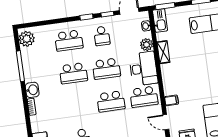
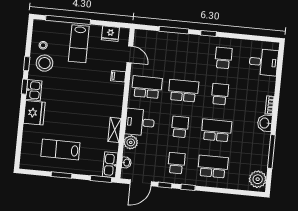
school desk: (106, 69) -> (180, 127), width x0.54
desk: (143, 69) -> (140, 122), width x0.73
school desk: (78, 106) -> (220, 94), added

